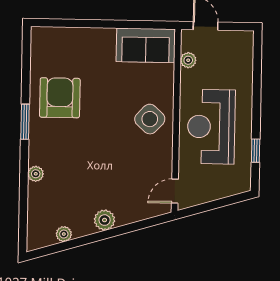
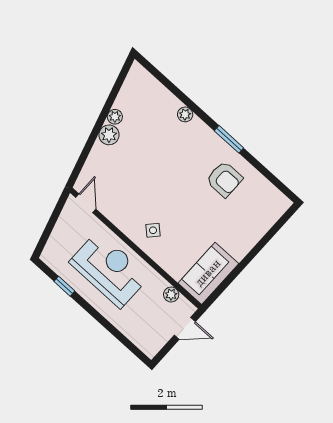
armchair: (60, 98) -> (224, 179), width x0.73, depth x0.73
side table: (150, 119) -> (153, 230), width x0.54, depth x0.54
plant: (64, 234) -> (115, 117), moved

